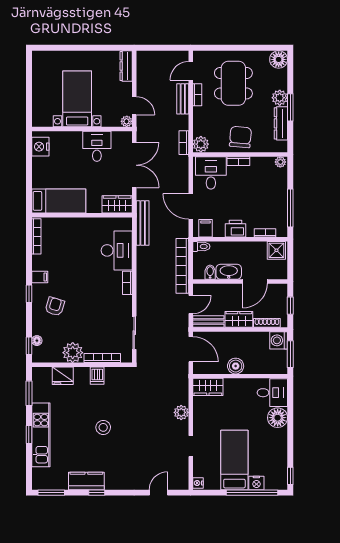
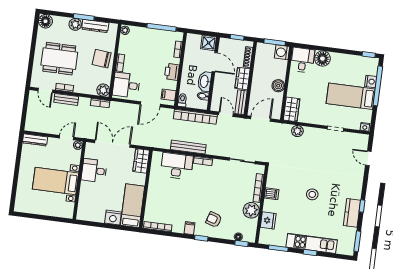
nightstand: (40, 147) -> (113, 218), moved
bench: (143, 223) -> (188, 147), moved
shower: (276, 250) -> (209, 43), moved
washing machine: (279, 340) -> (282, 52), moved, turned 90
plant: (181, 412) -> (297, 131), moved

